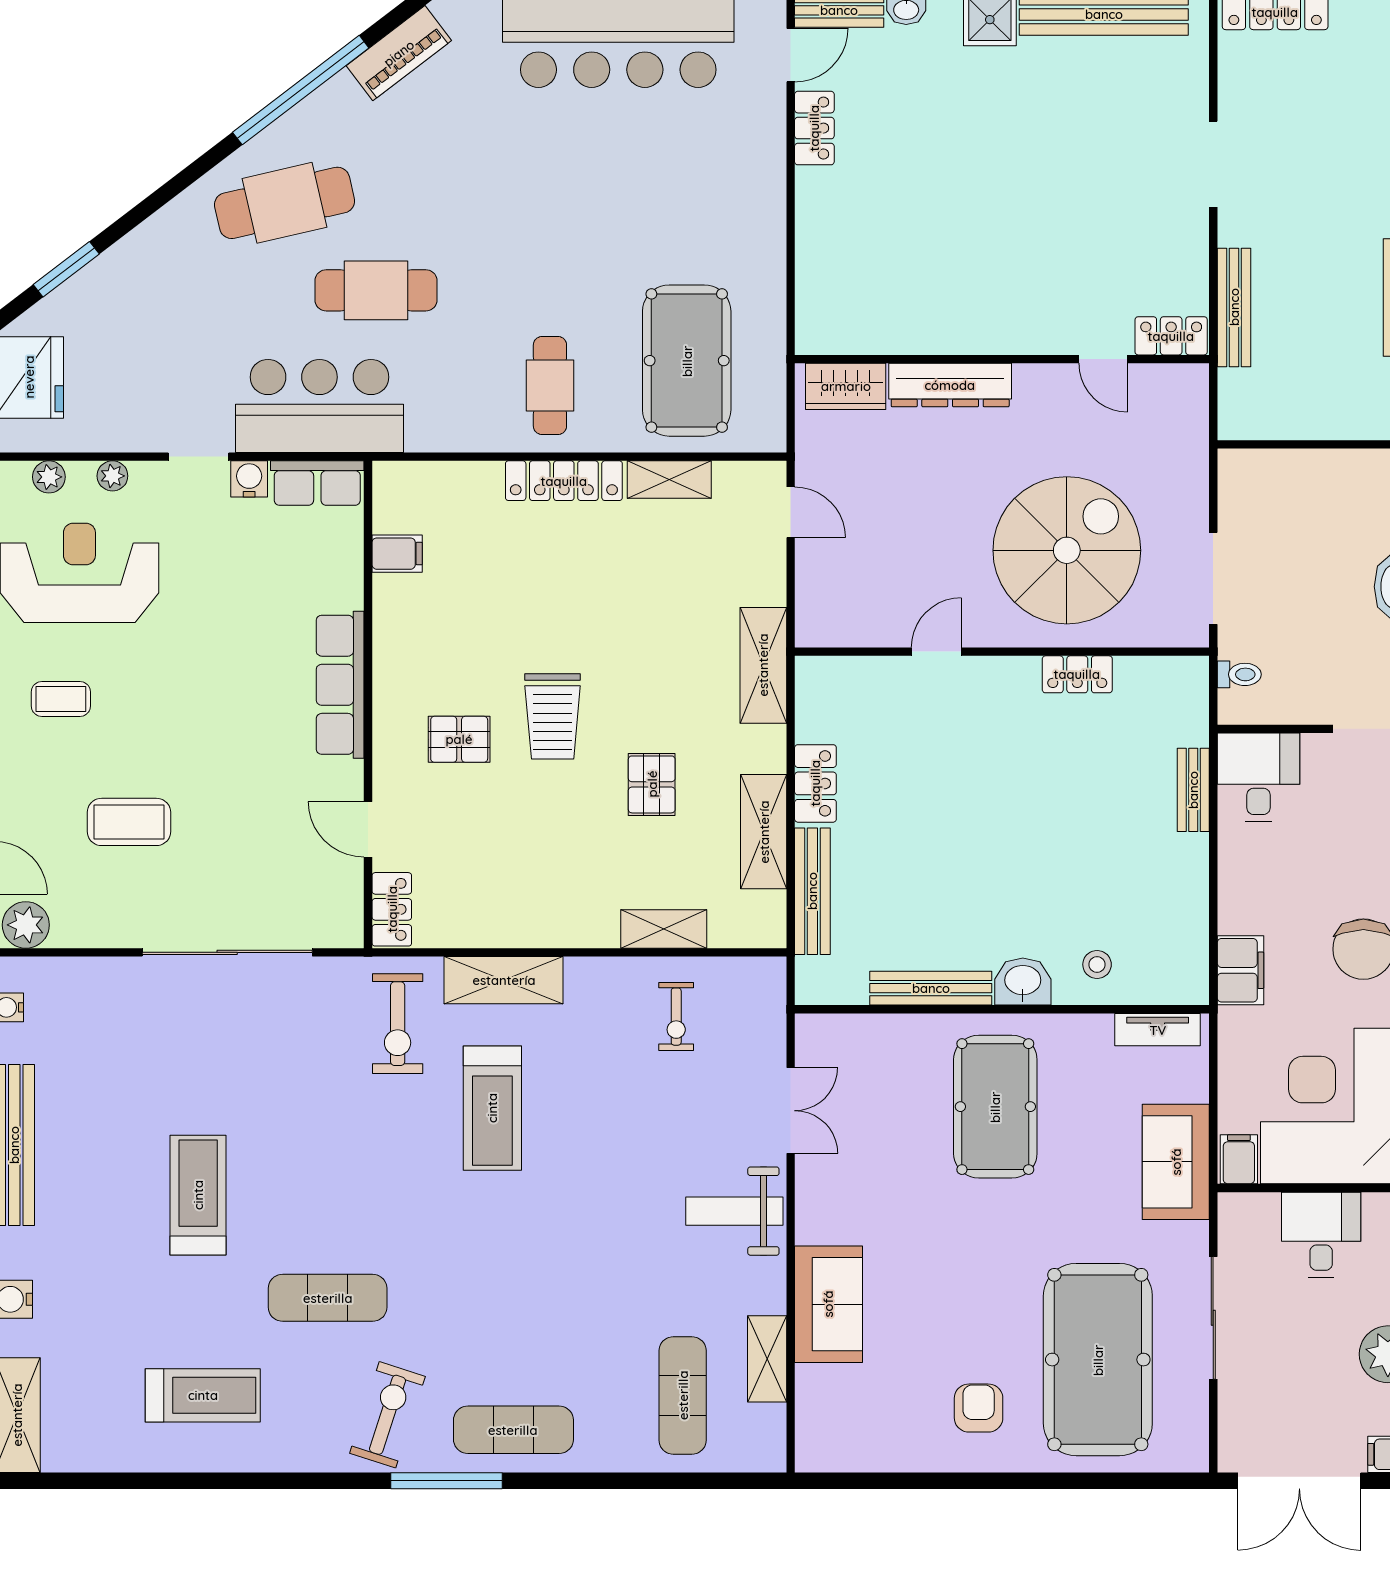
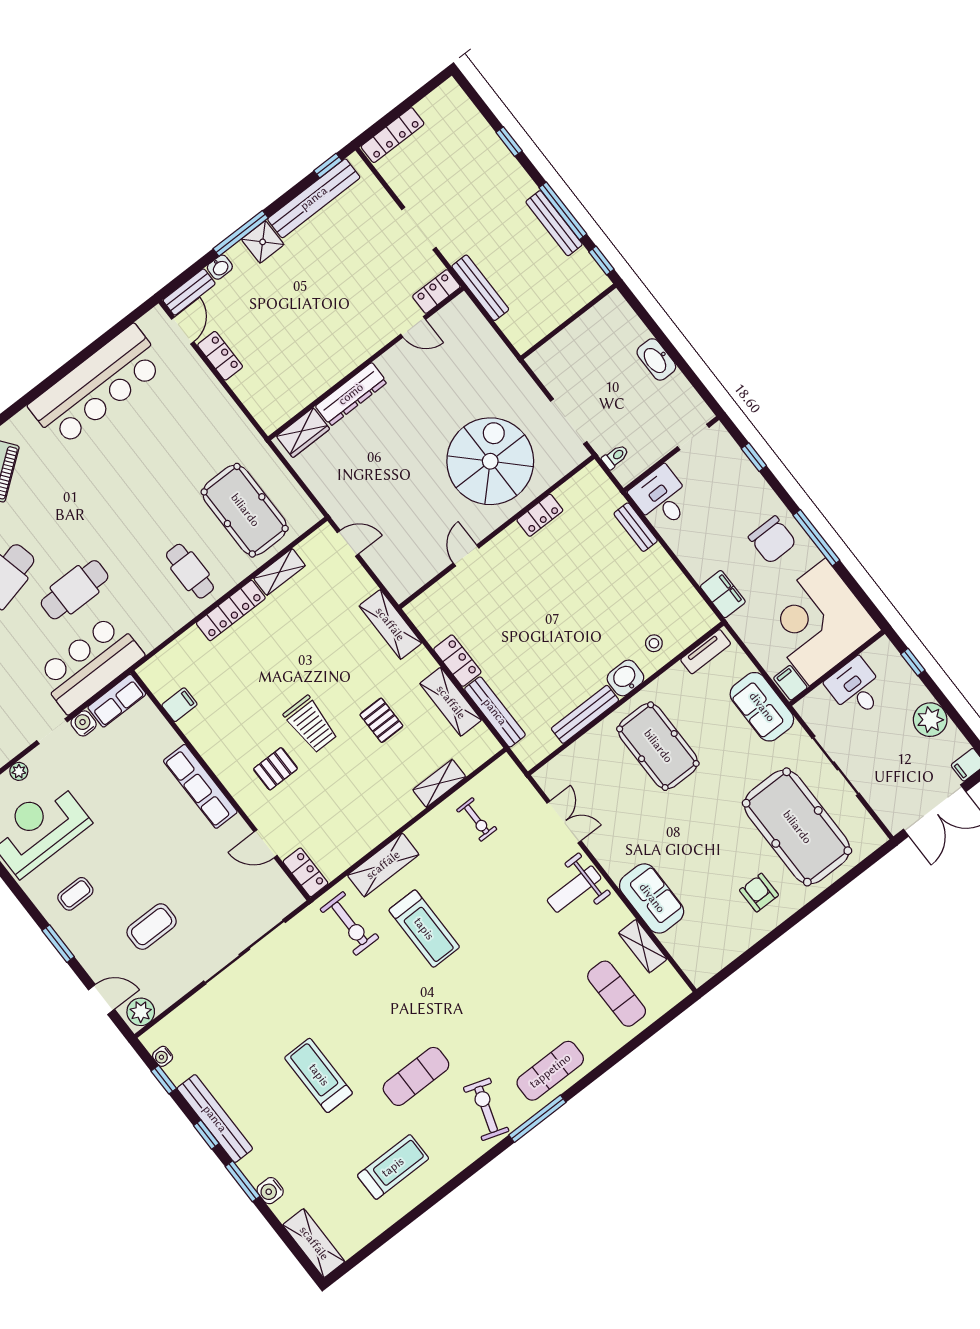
locker: (1171, 336) -> (436, 291), moved
wall: (1002, 359) -> (366, 363), moved
door: (1103, 359) -> (413, 327), moved
dresser: (950, 385) -> (351, 394), moved
wardrobe: (846, 386) -> (303, 433), moved

